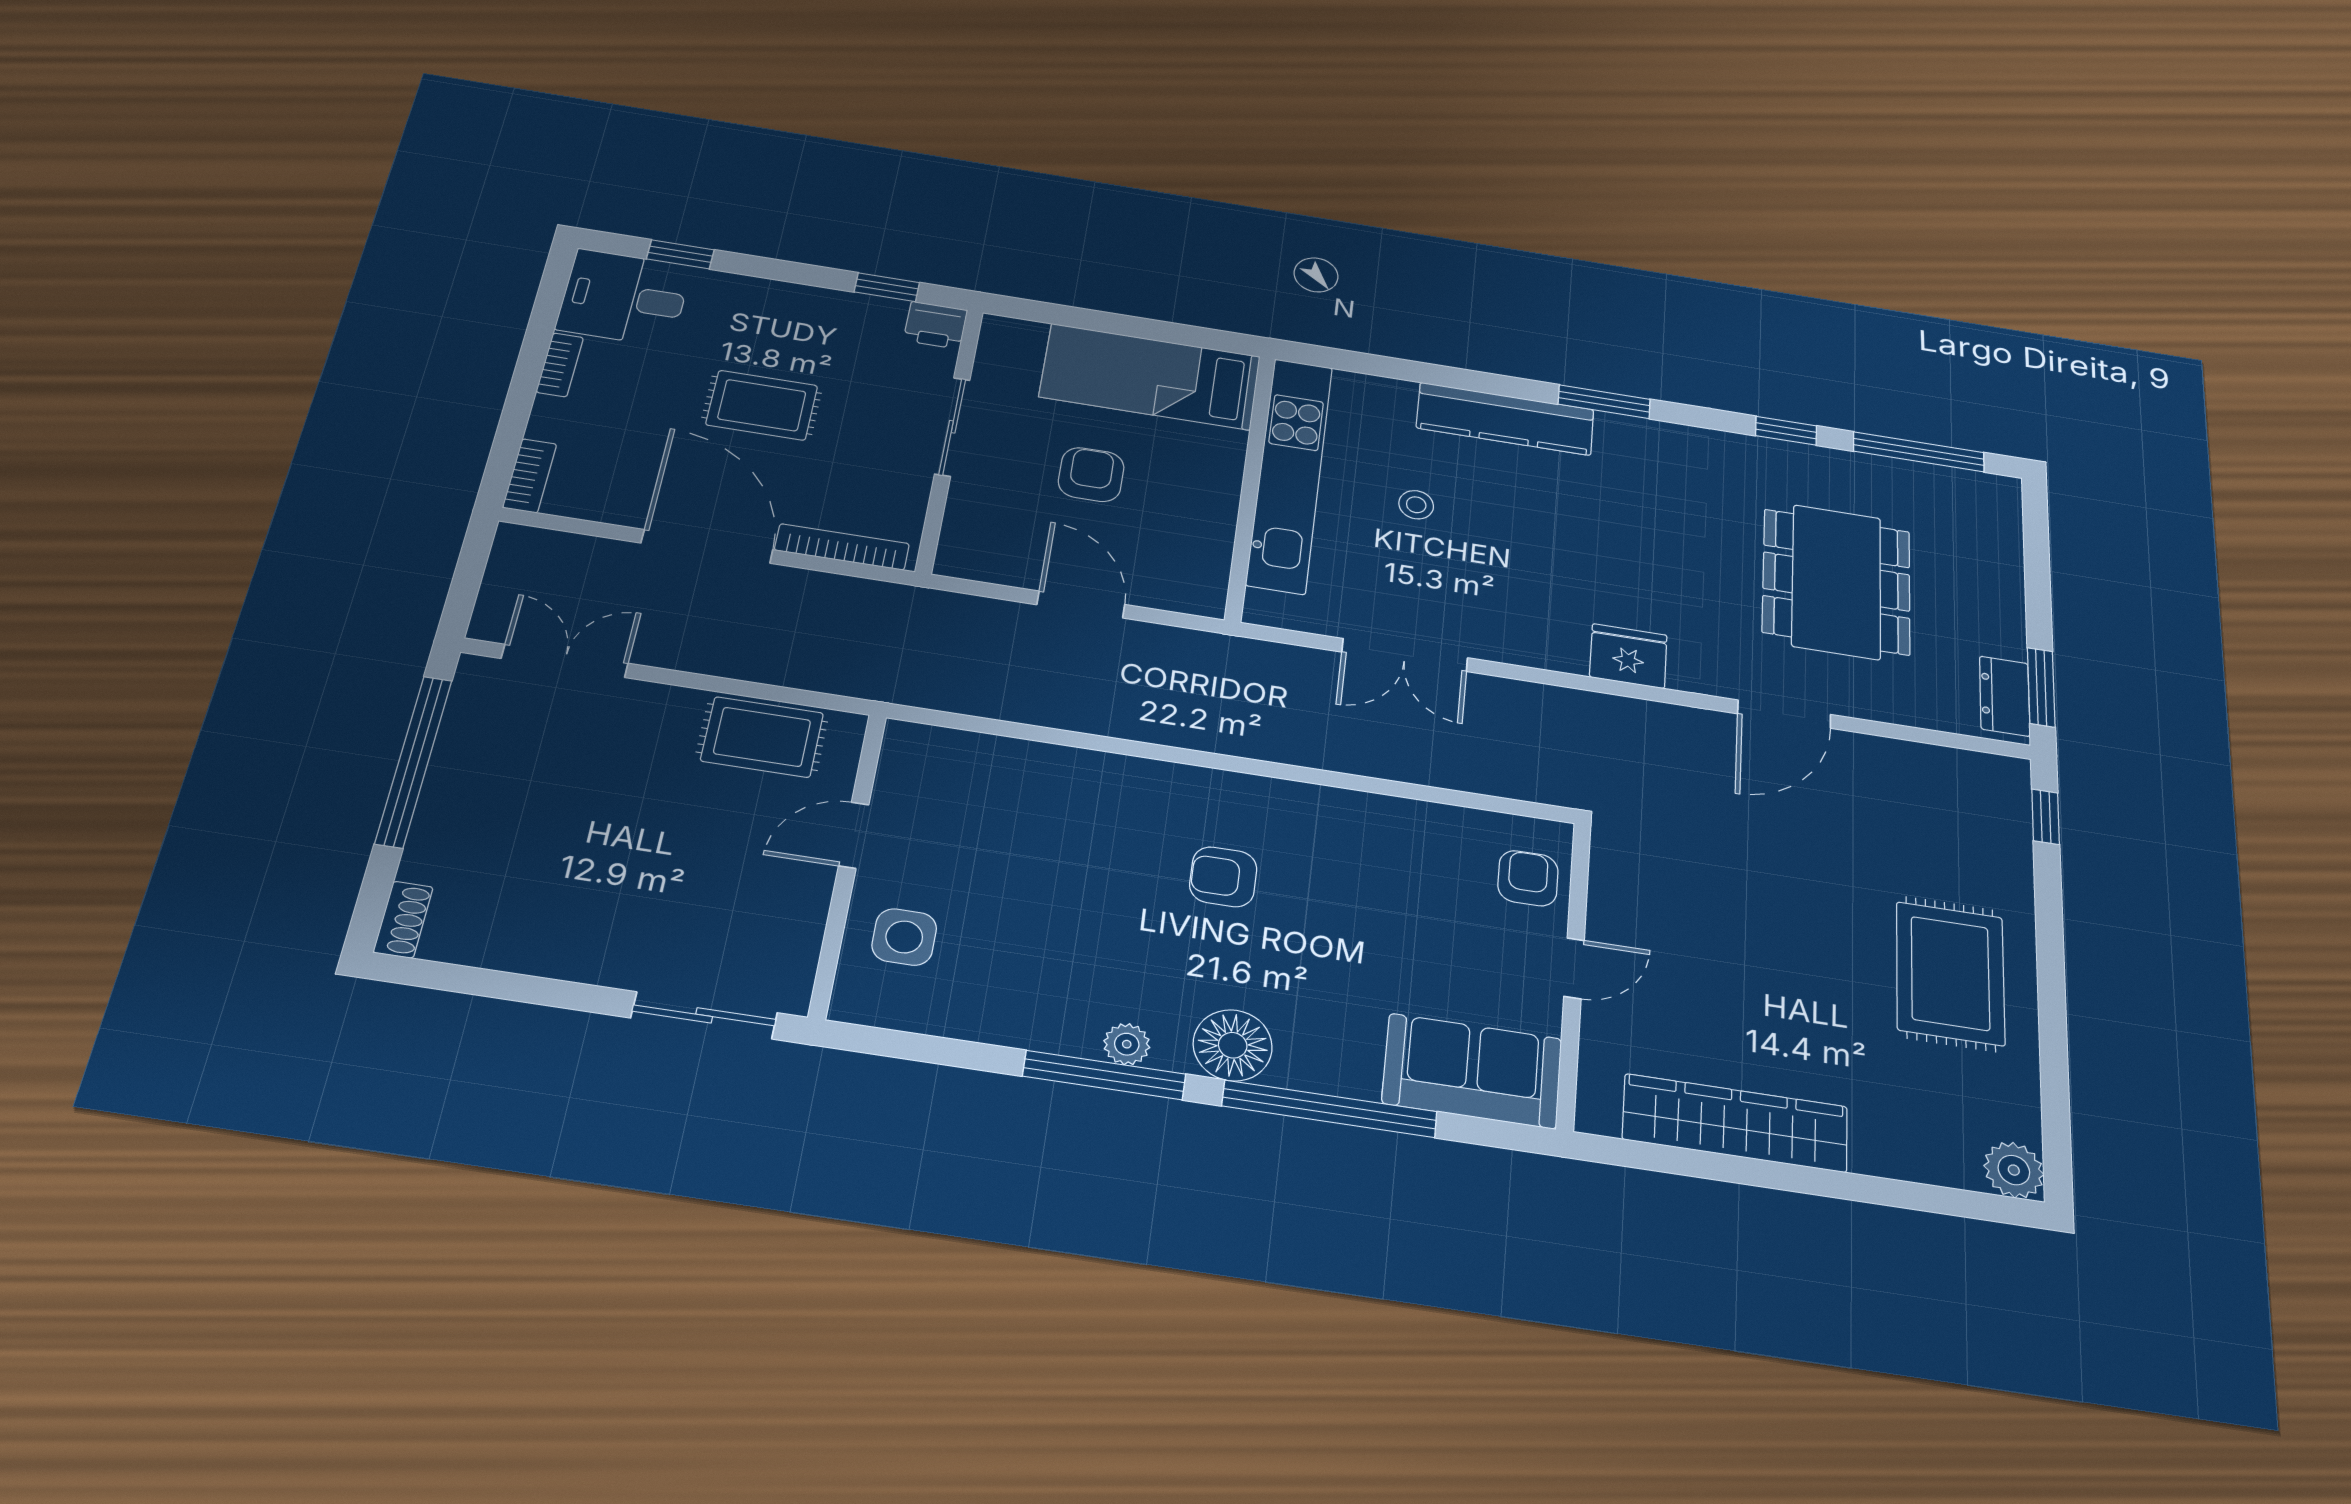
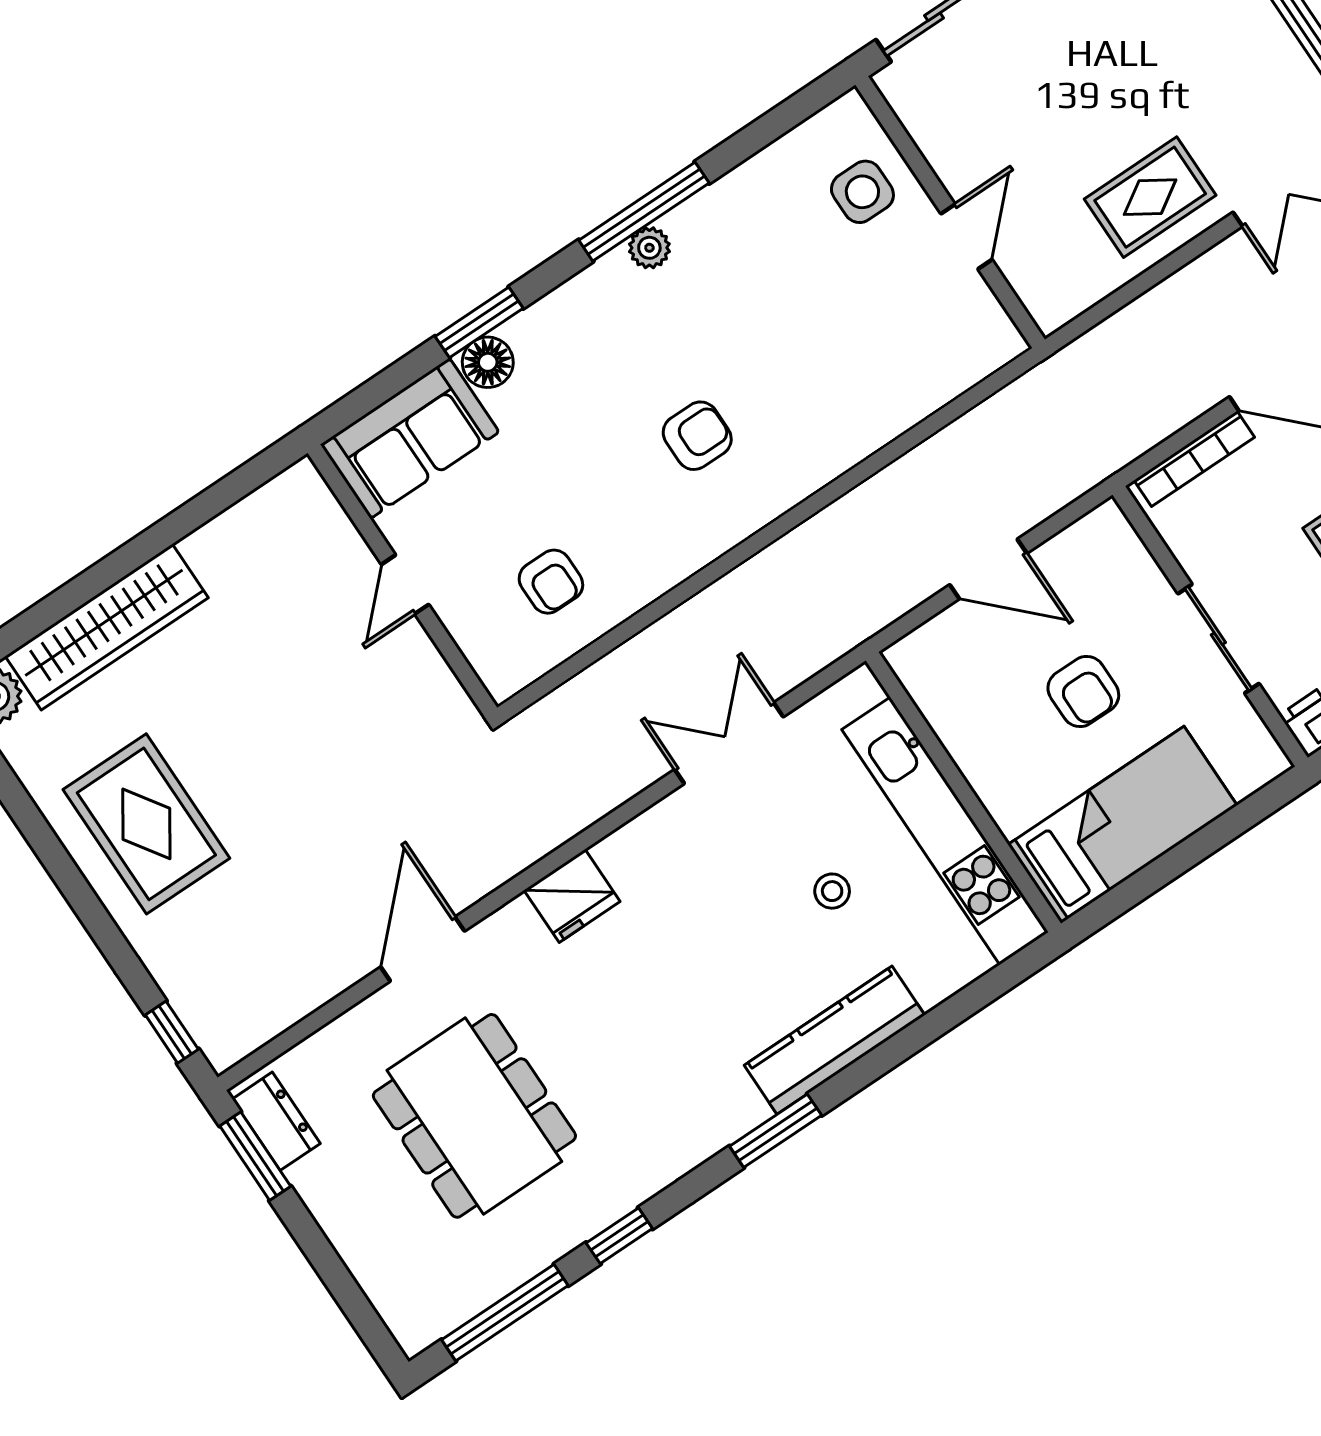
rug: (762, 737) -> (1150, 197), moved
armchair: (1528, 878) -> (551, 582), moved
floor lamp: (1233, 1045) -> (488, 362), moved, width x0.73, depth x0.73
window: (1330, 1109) -> (479, 322), width x0.47
wardrobe: (1735, 1123) -> (107, 627), moved

